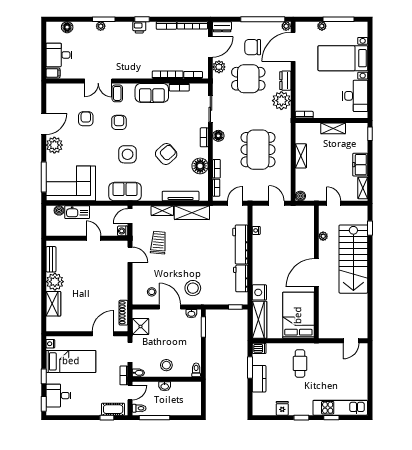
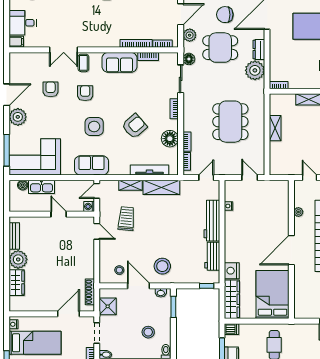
floor lamp: (218, 136) -> (189, 59), moved
boiler: (300, 196) -> (275, 170), removed
stool: (166, 365) -> (148, 332), moved

